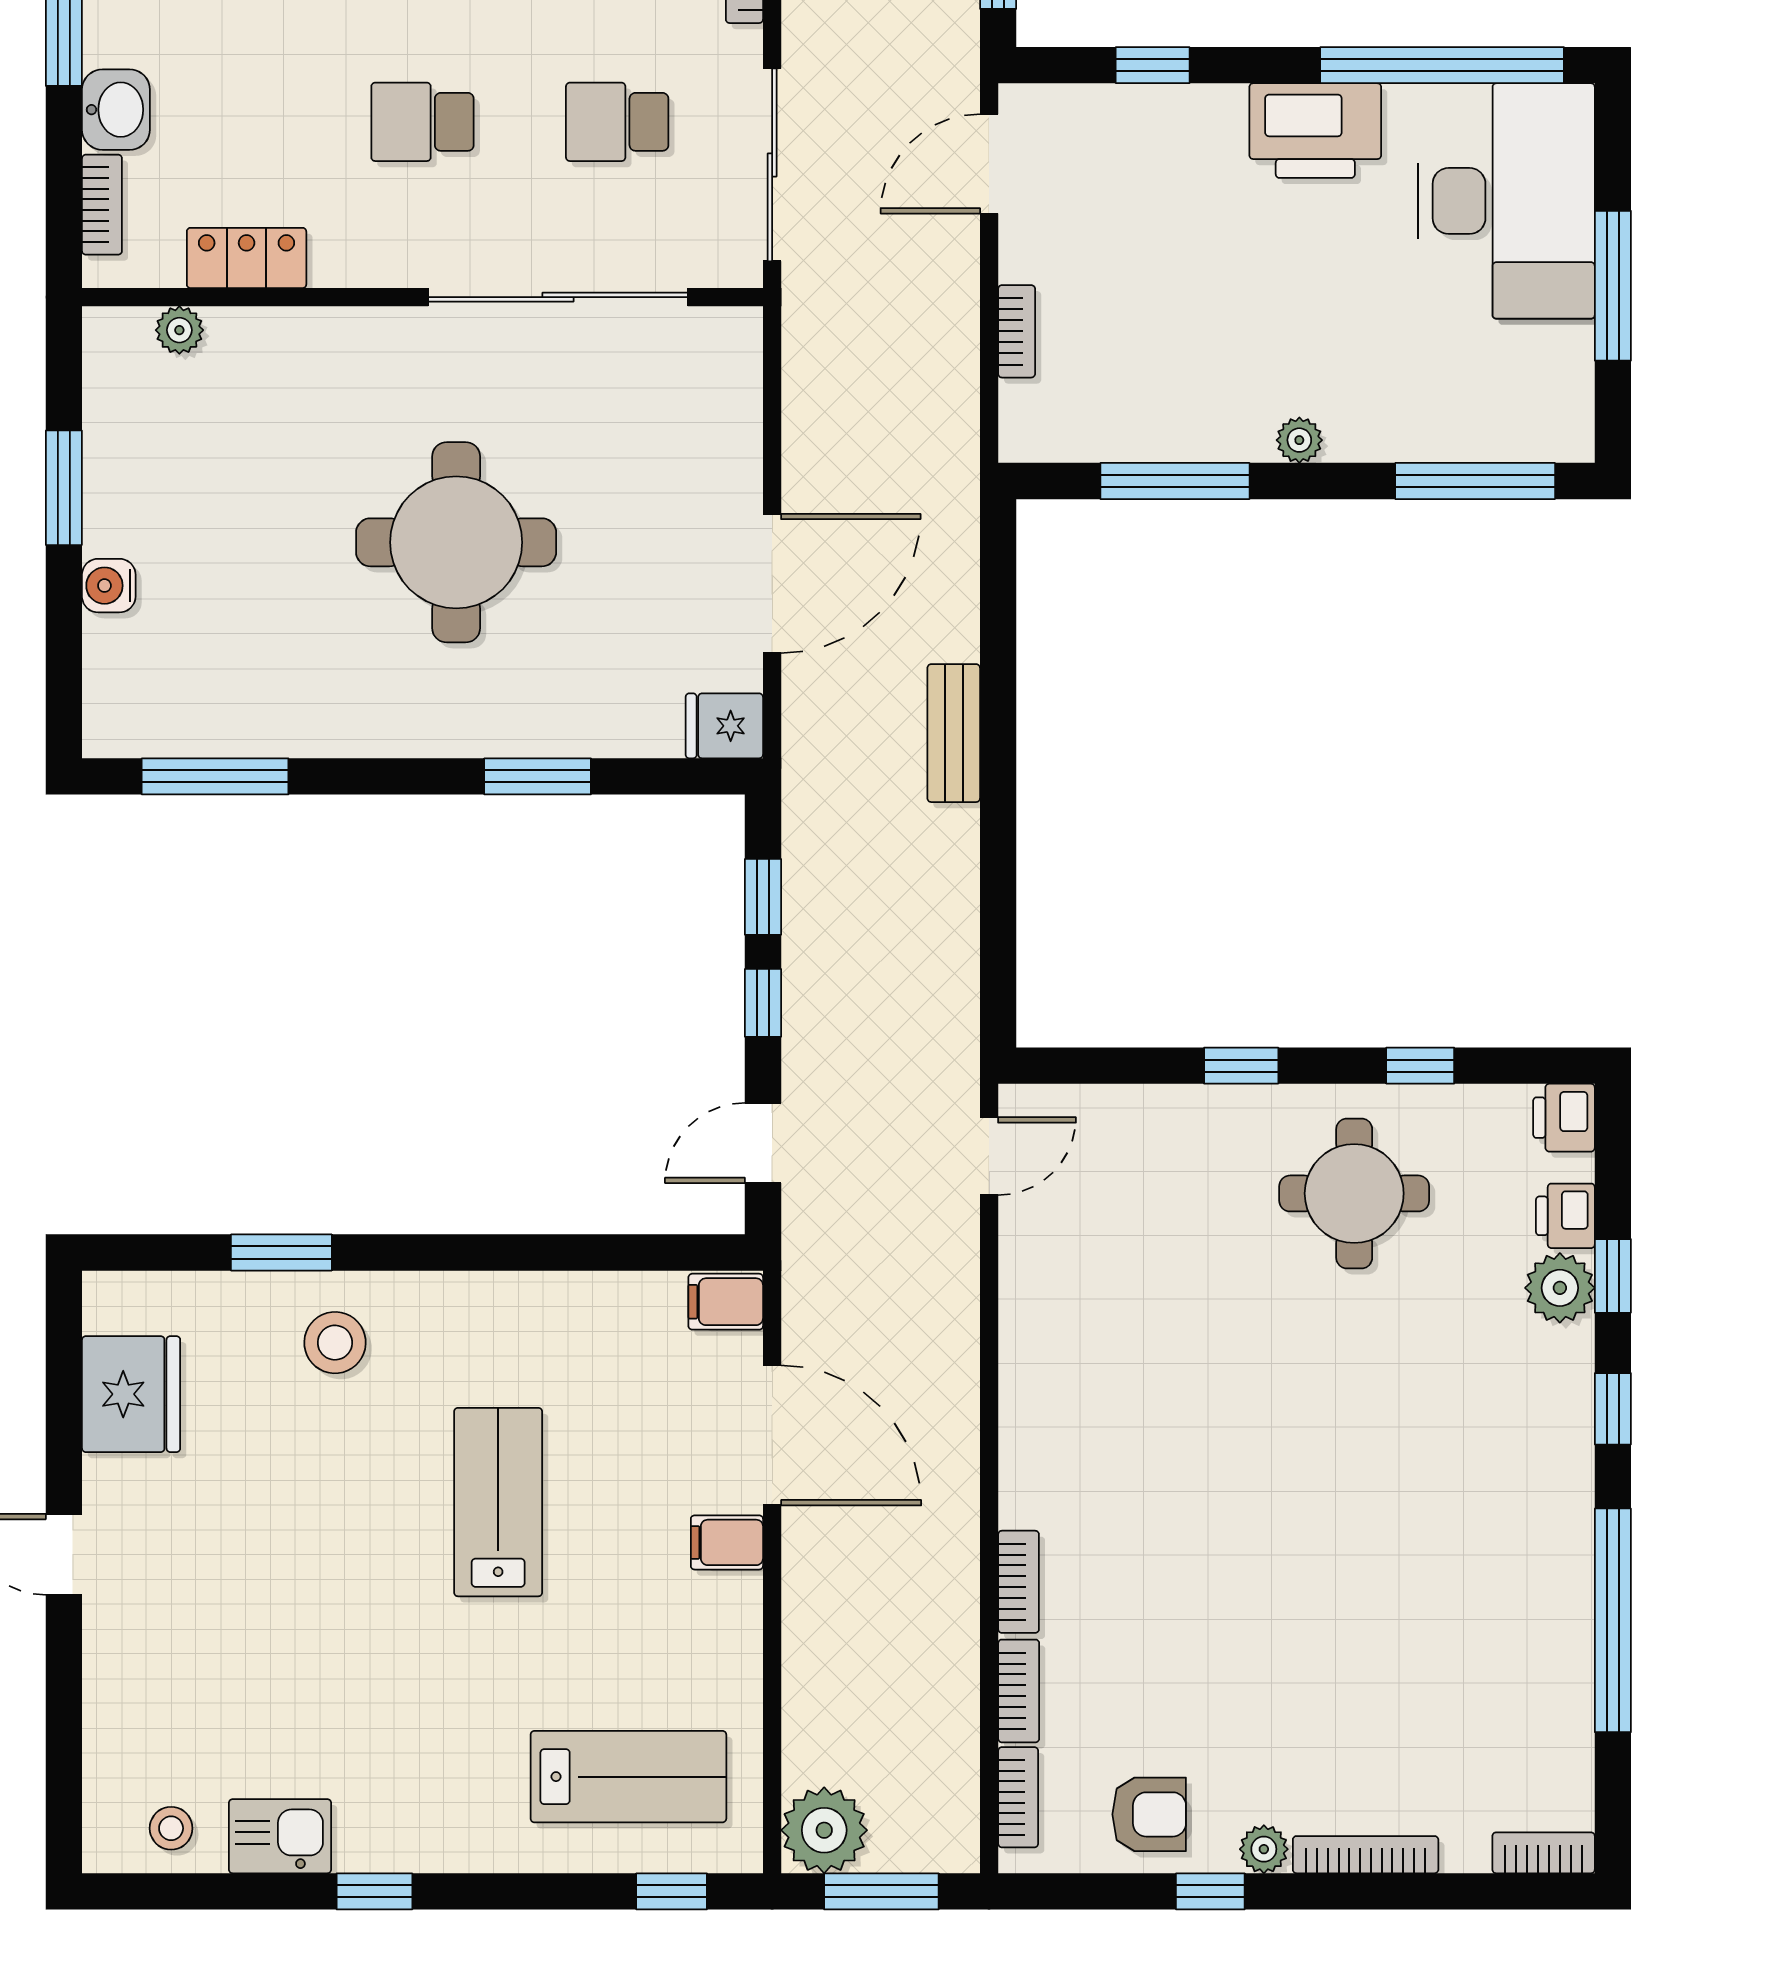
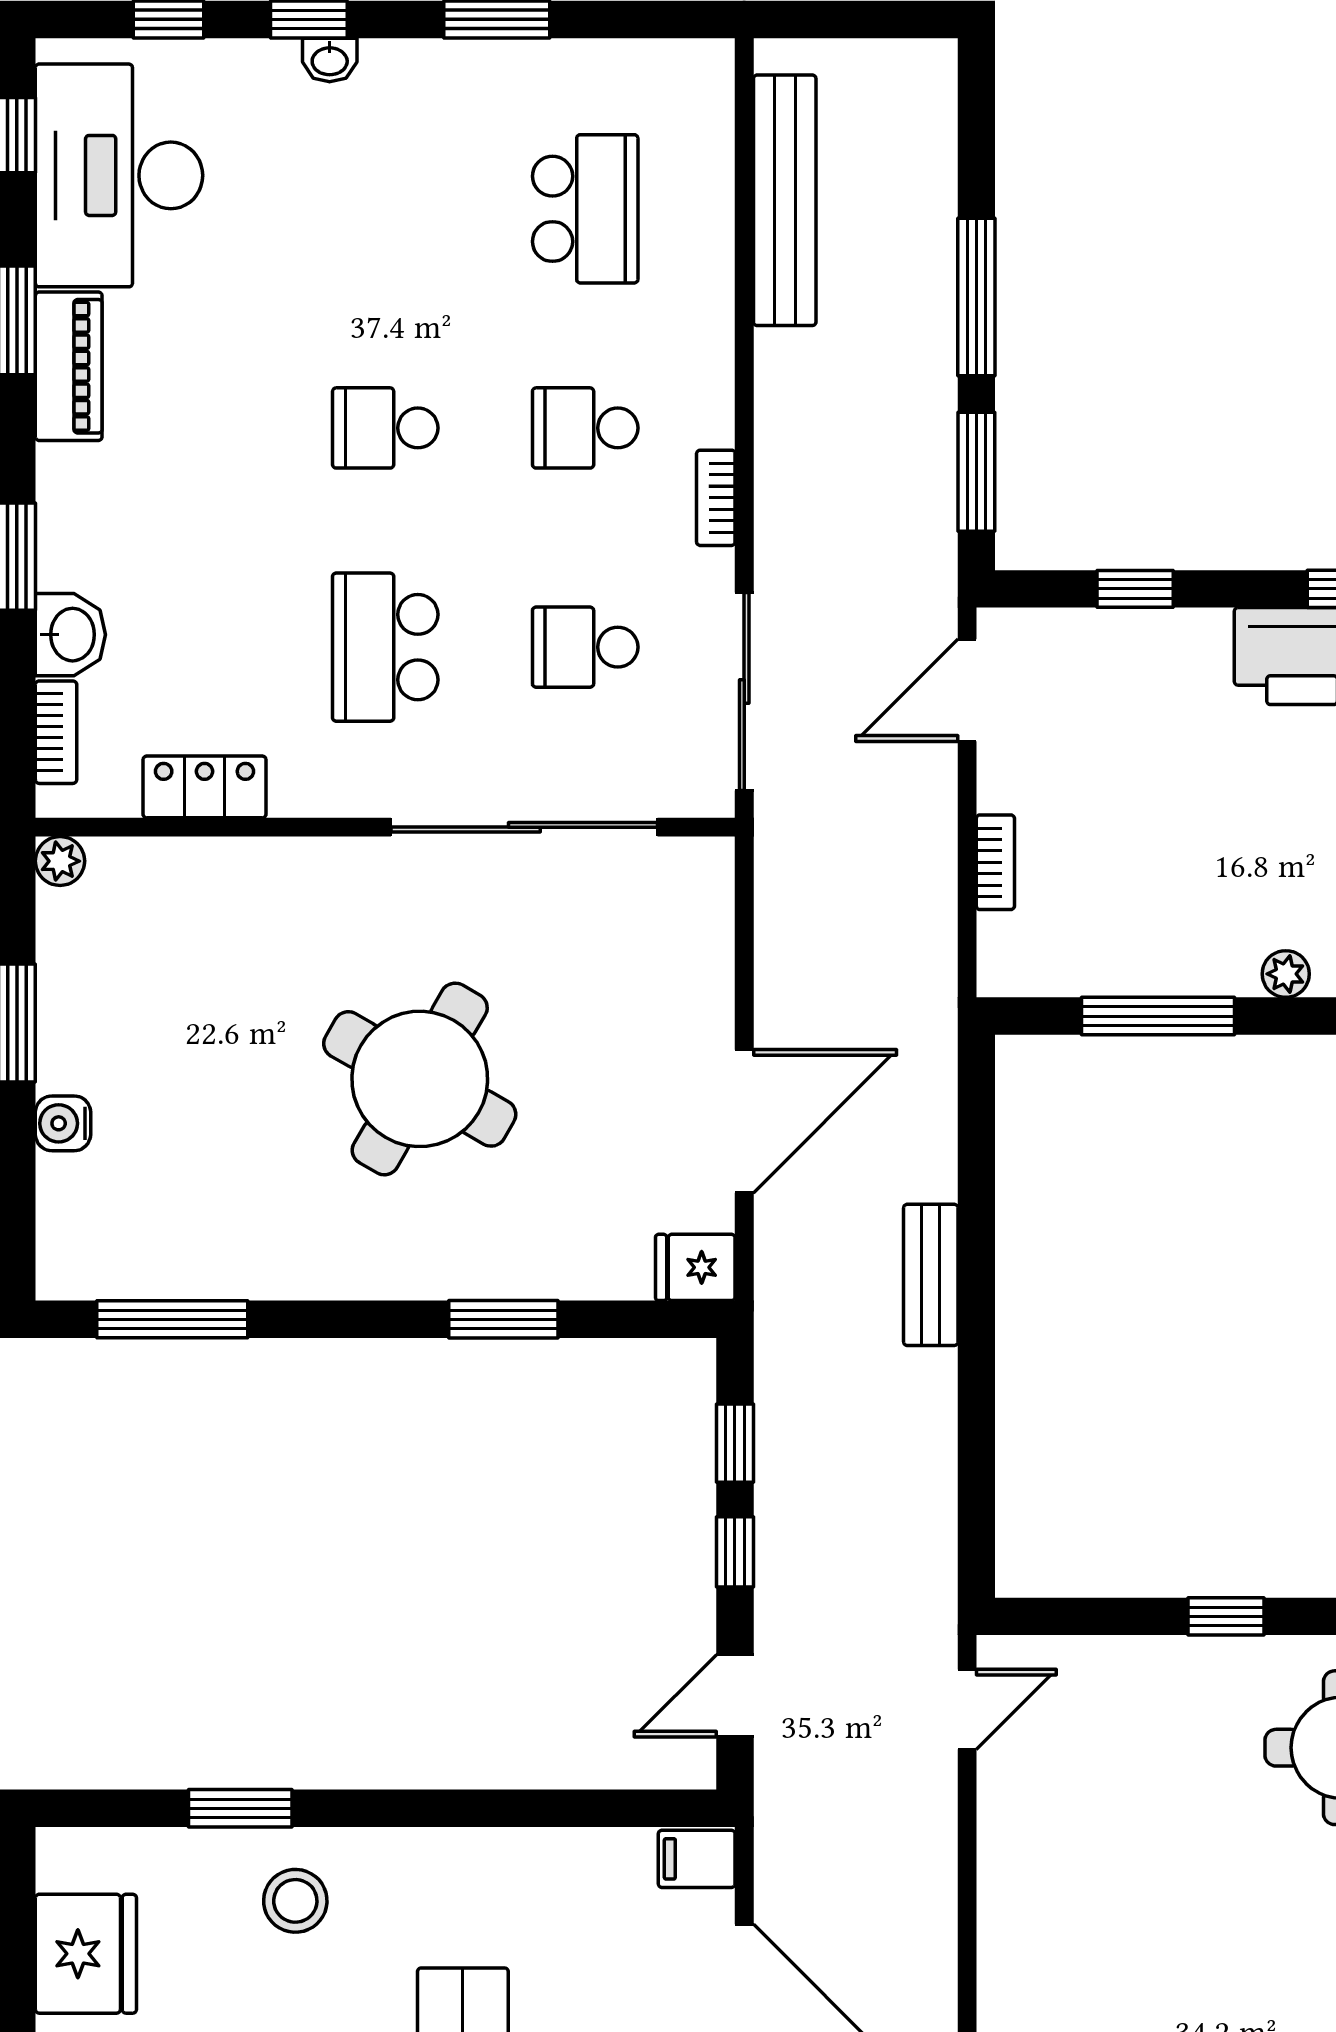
school desk: (422, 122) -> (385, 647), width x1.85
plant: (179, 330) -> (60, 861), moved
round table: (456, 542) -> (420, 1079), turned 30

